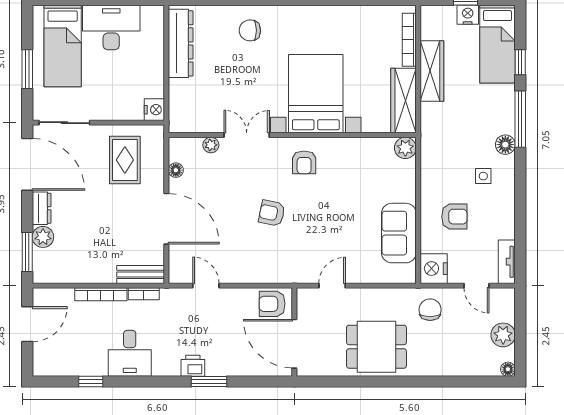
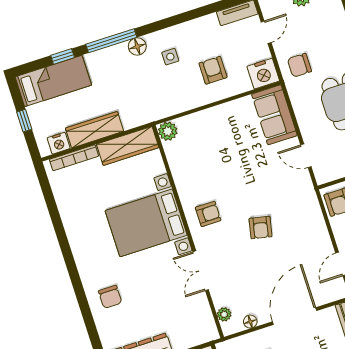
nightstand: (468, 15) -> (59, 143), moved, turned -90
plant: (211, 145) -> (224, 314), moved
sofa: (399, 233) -> (274, 115), moved, turned 90

